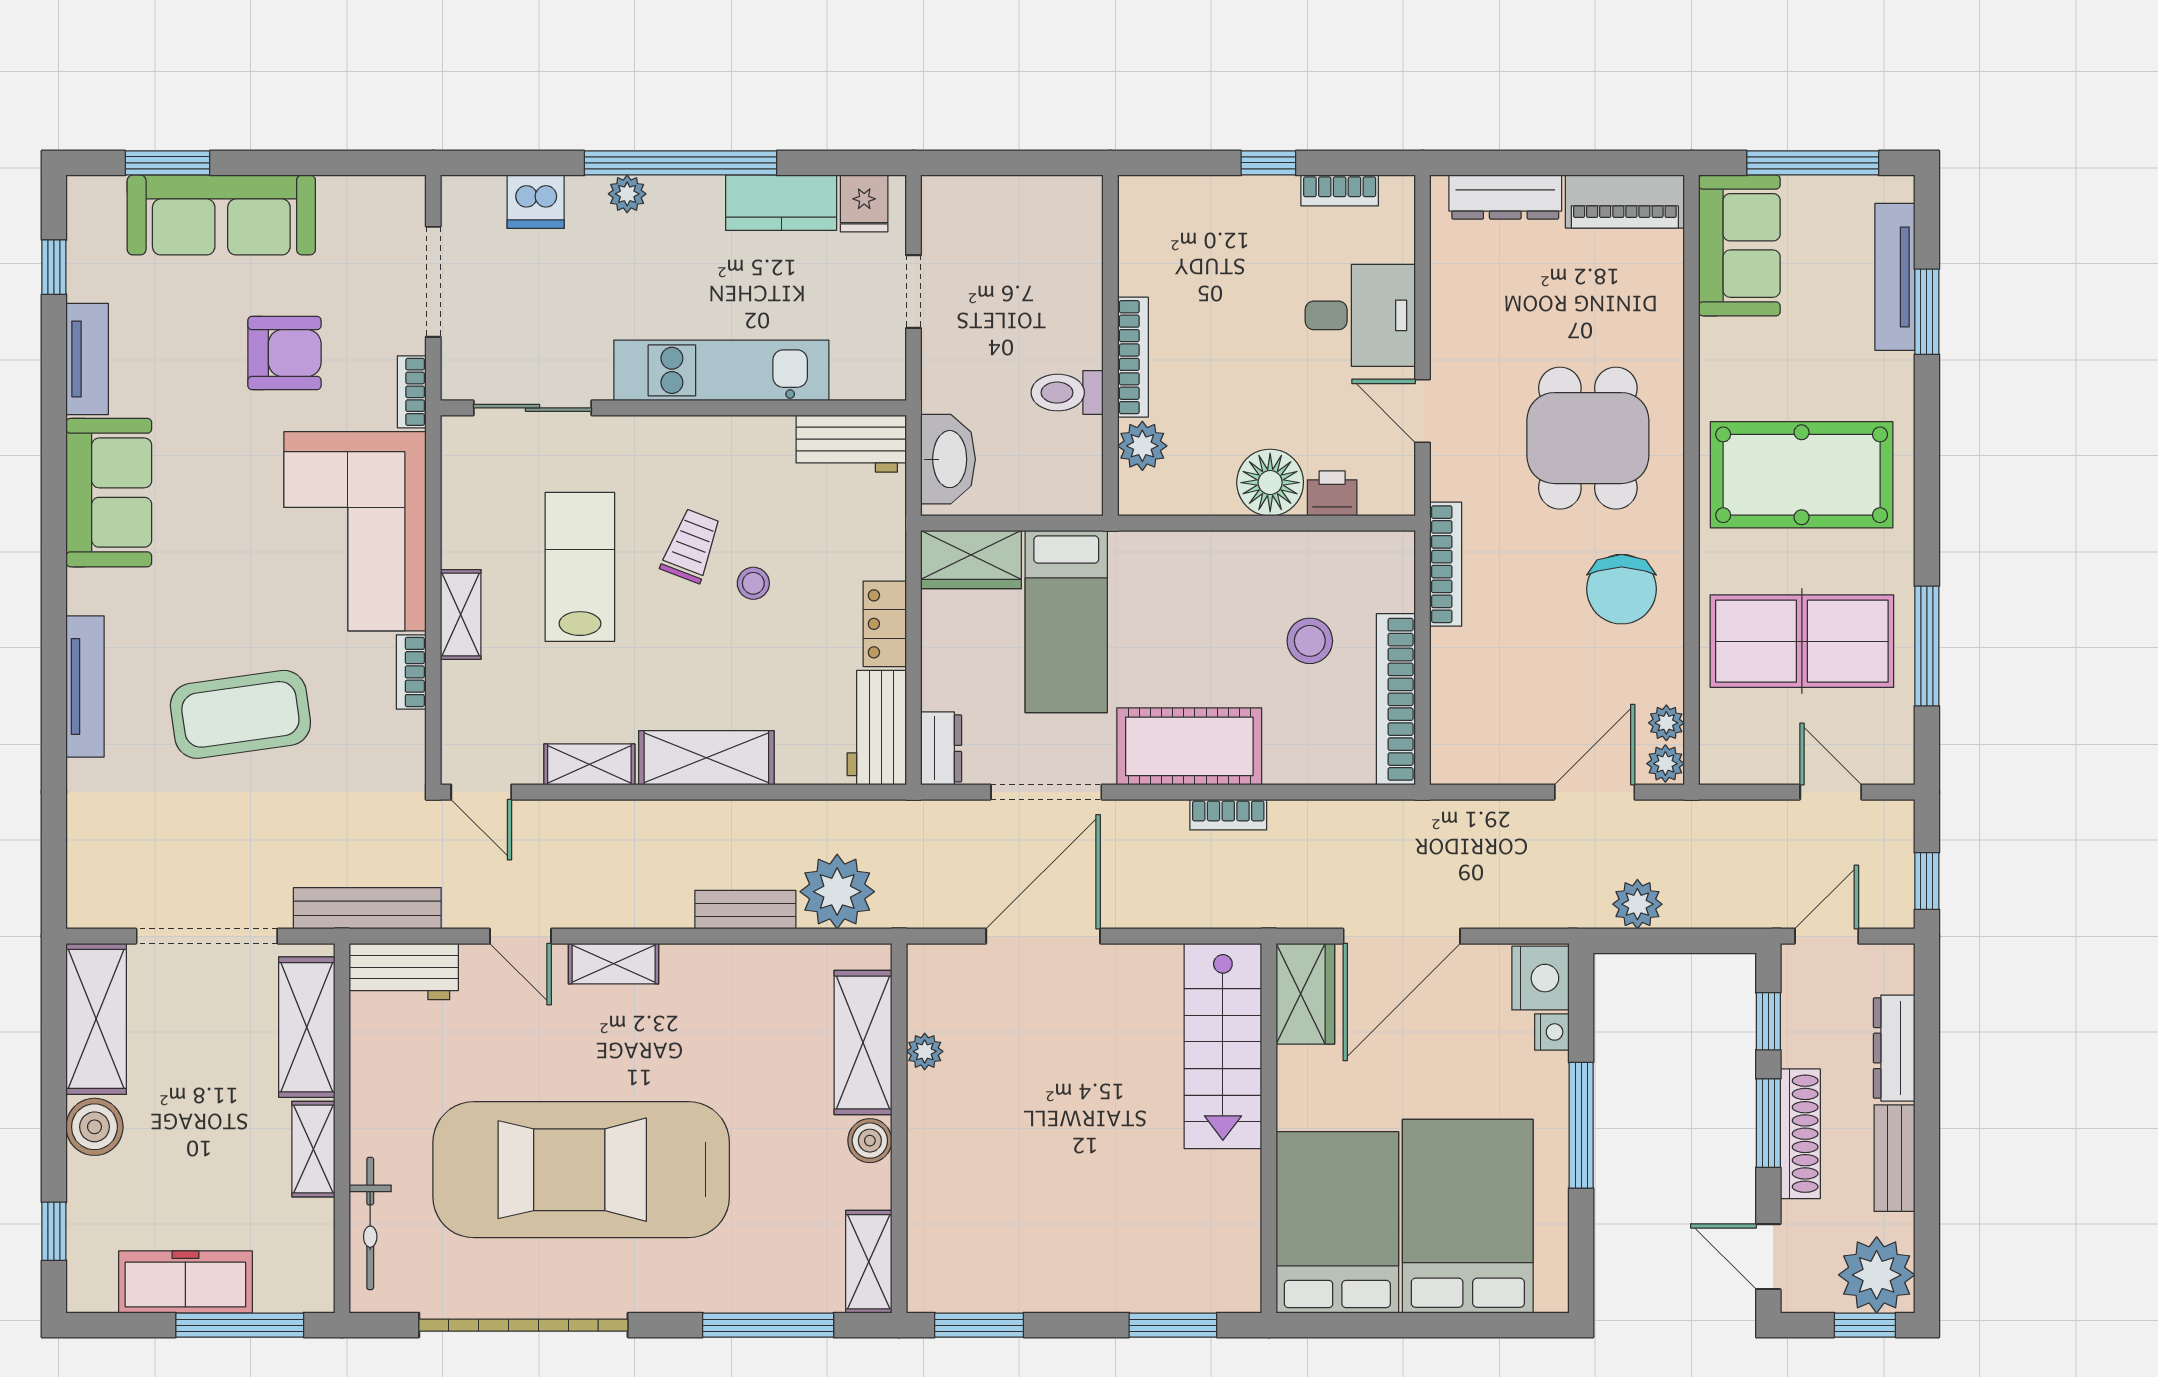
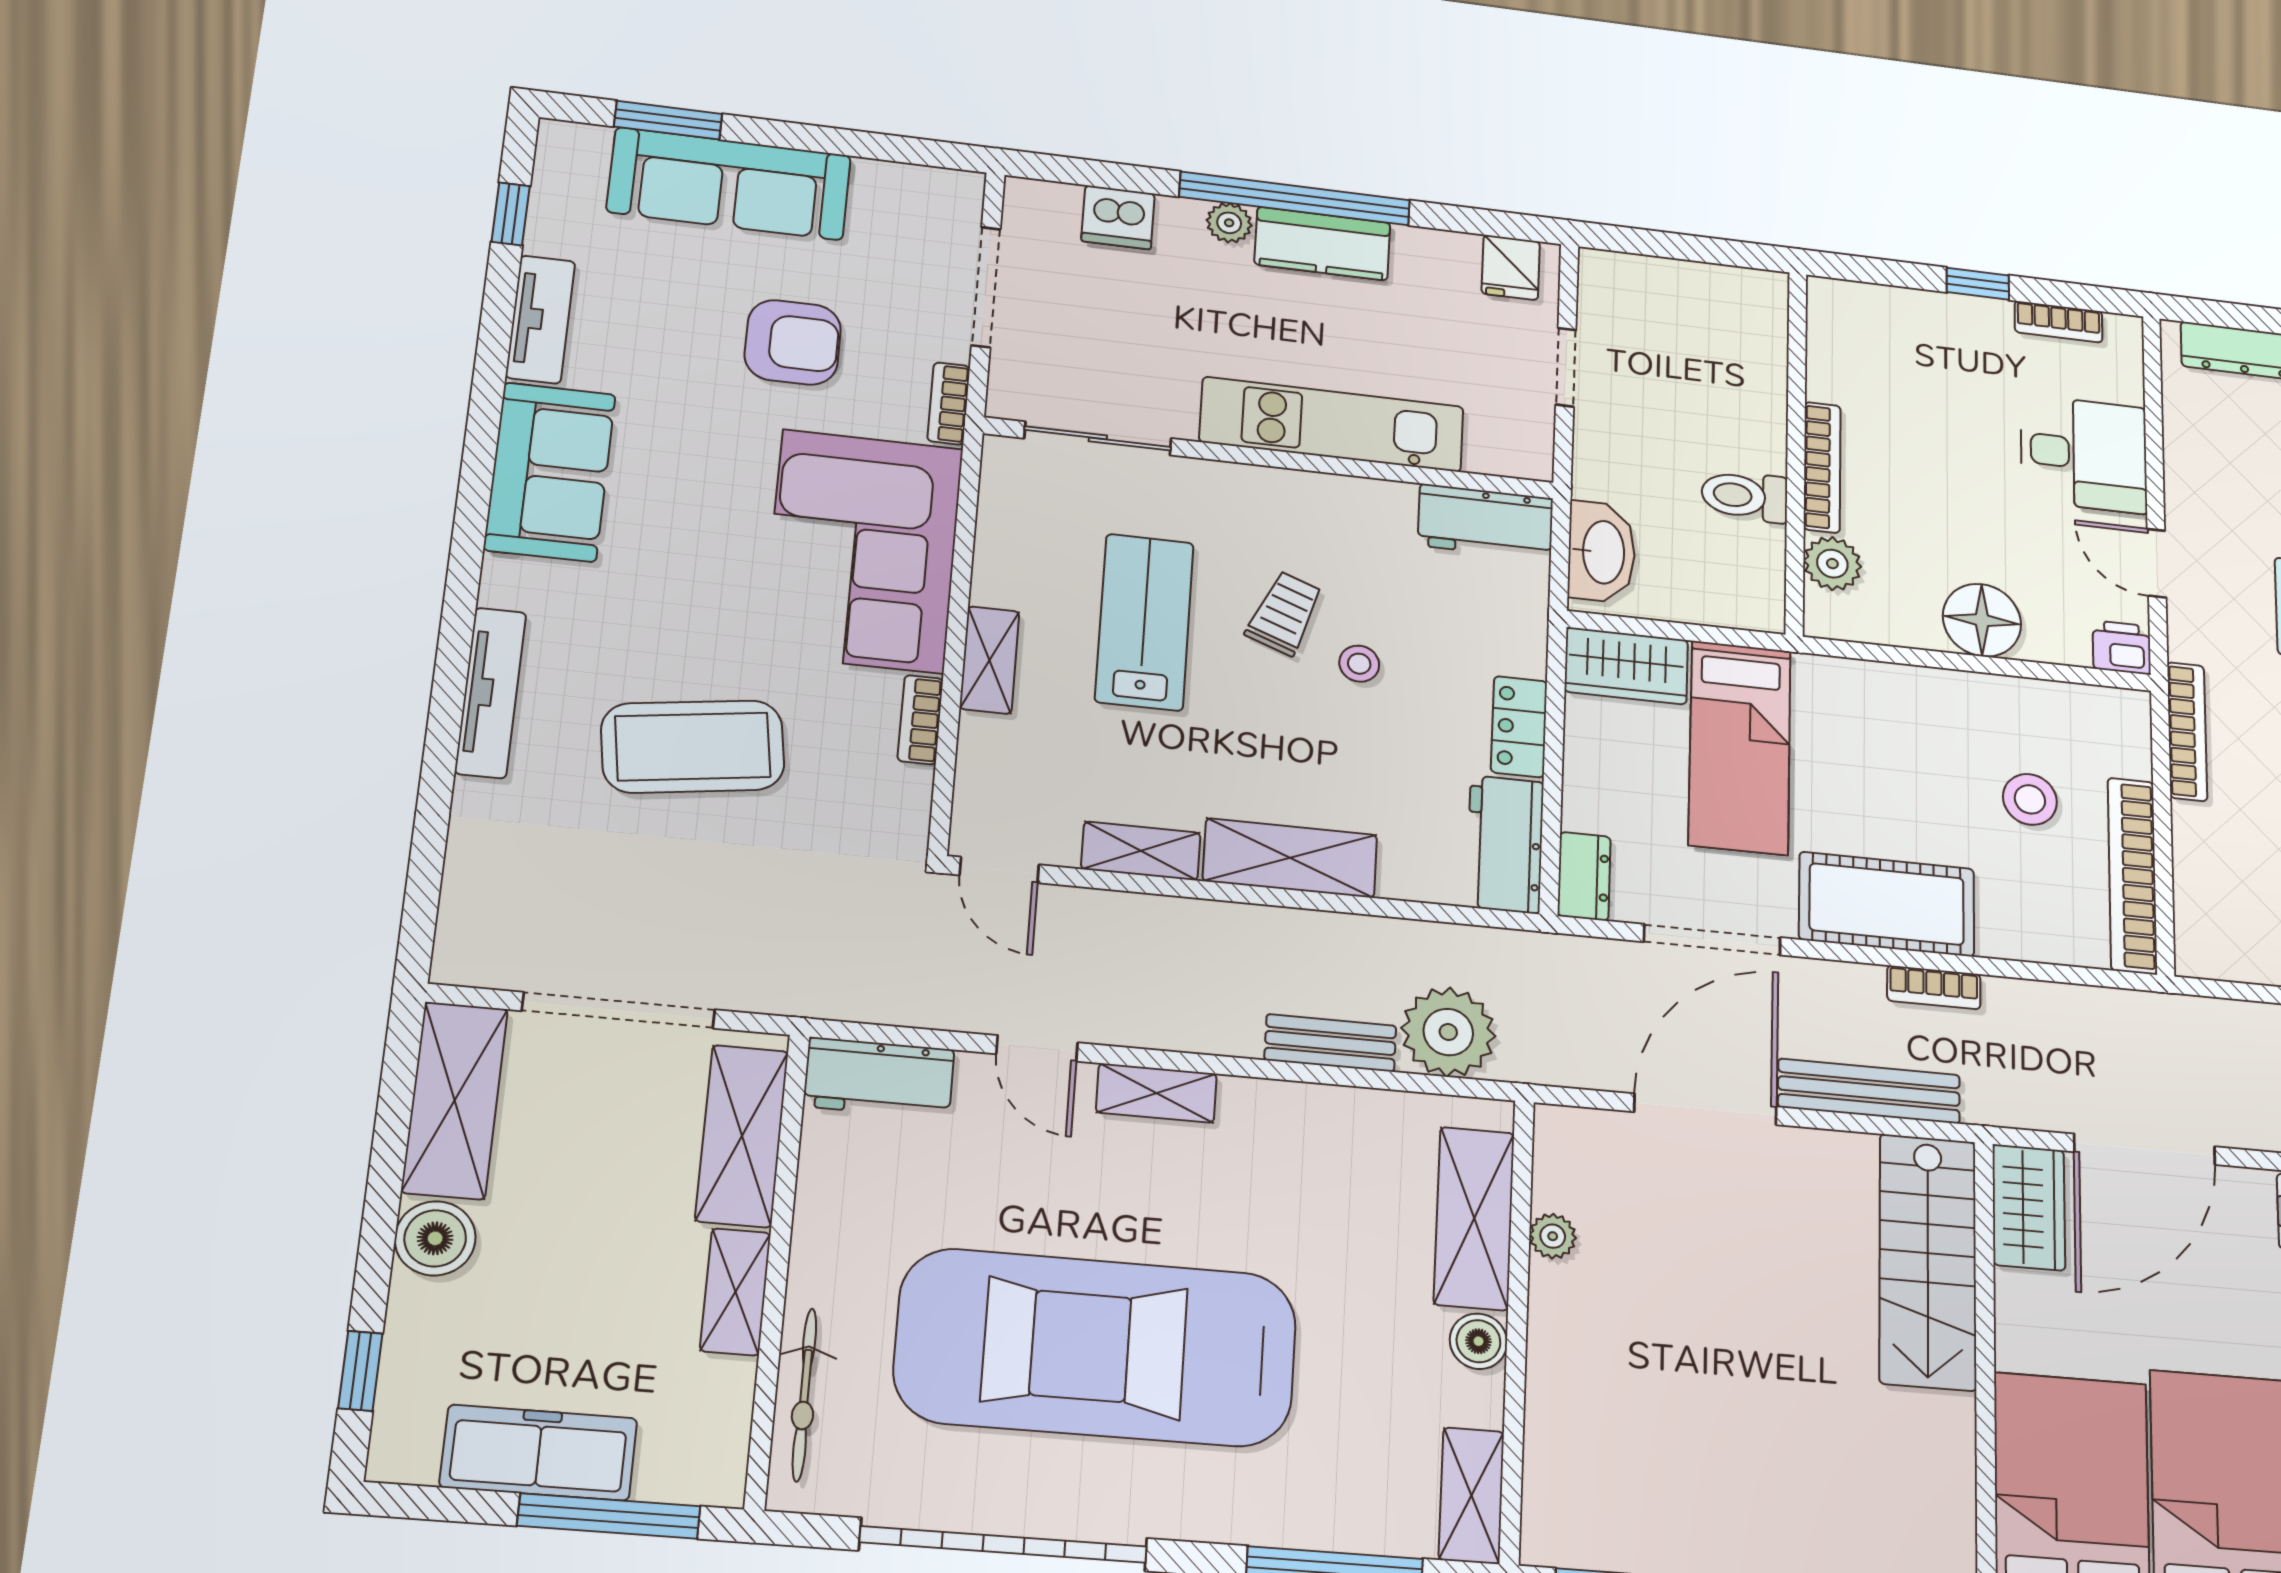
kitchen counter: (781, 203) -> (1322, 244), moved
printer: (1332, 493) -> (2122, 647), moved
bench: (367, 908) -> (1869, 1091), moved

